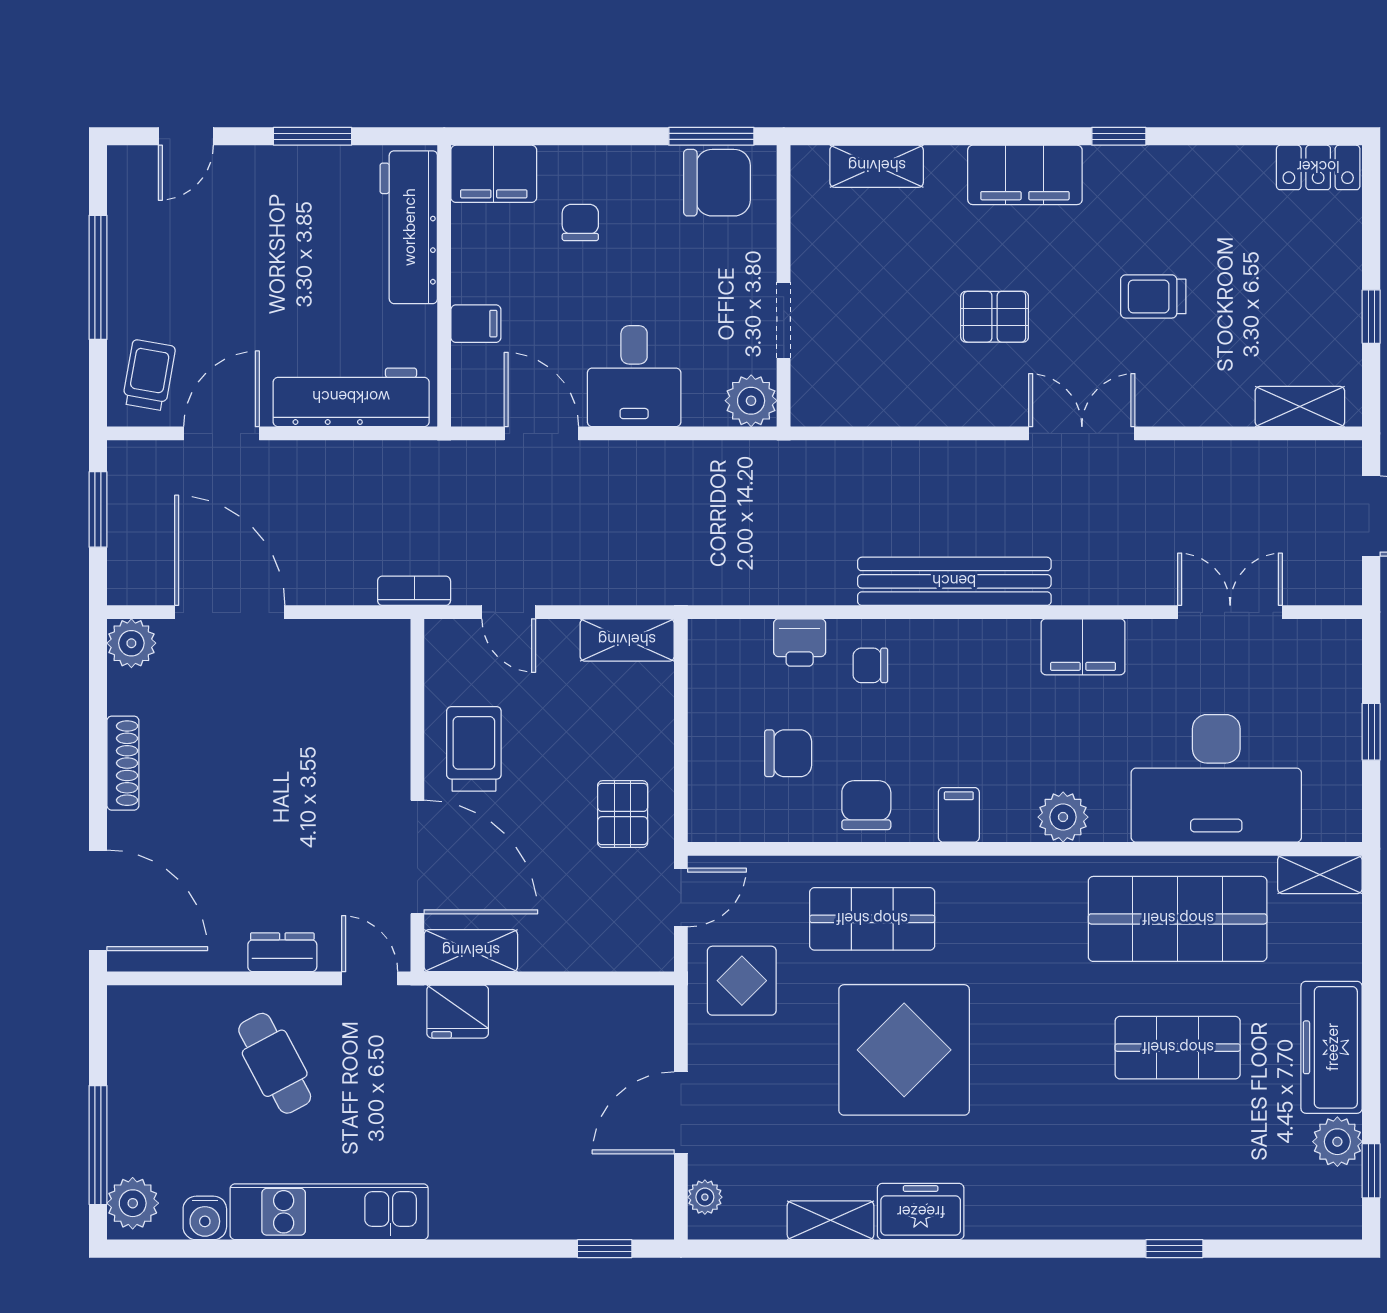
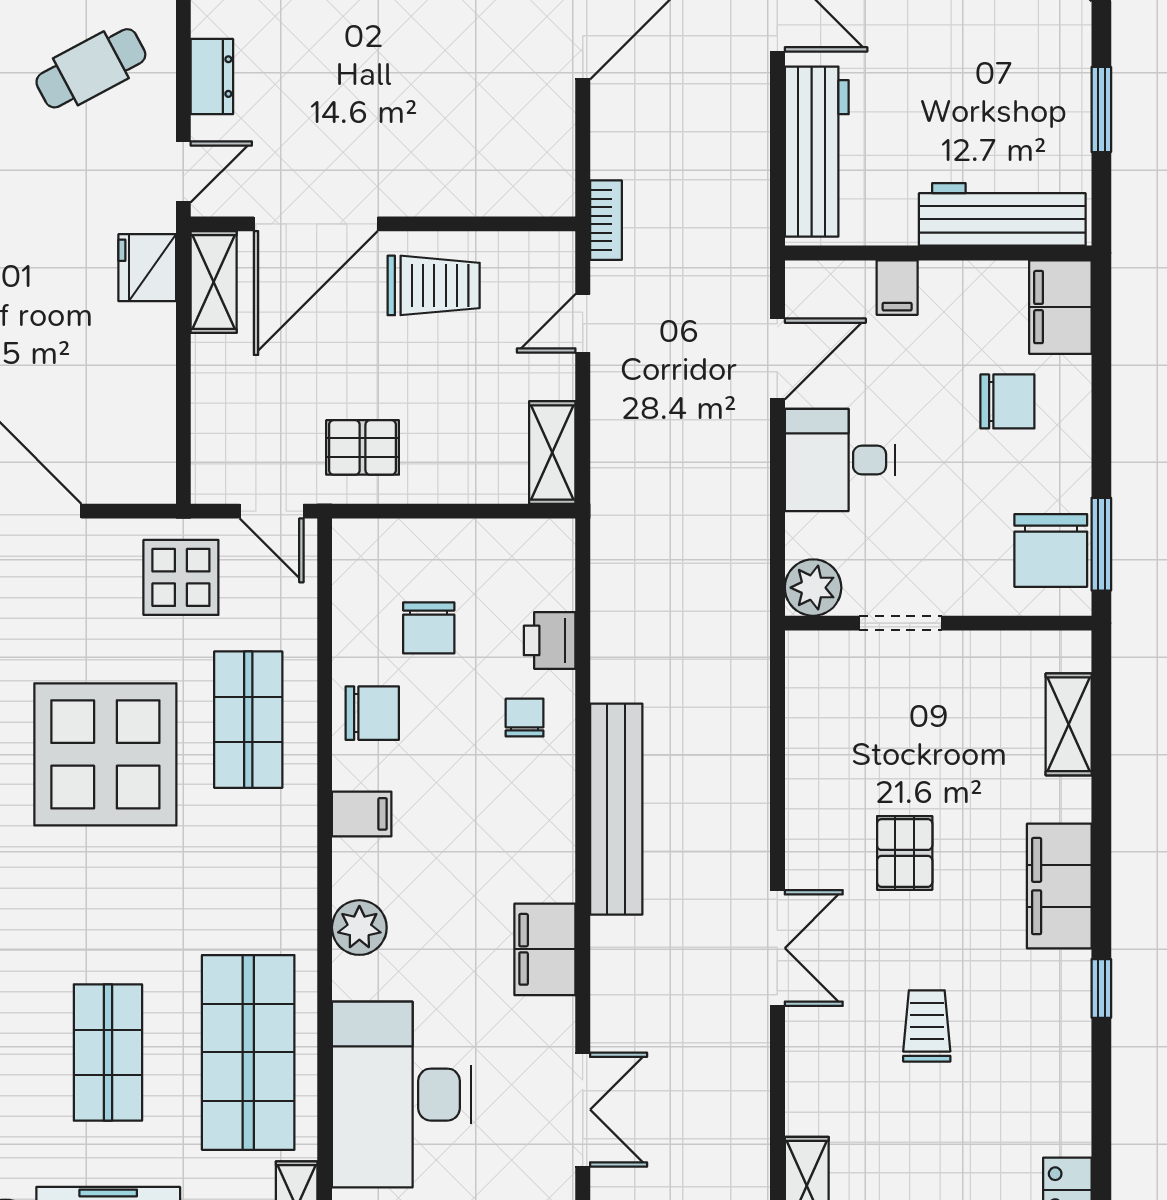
chair: (580, 222) -> (1007, 401), width x1.37, depth x1.37

